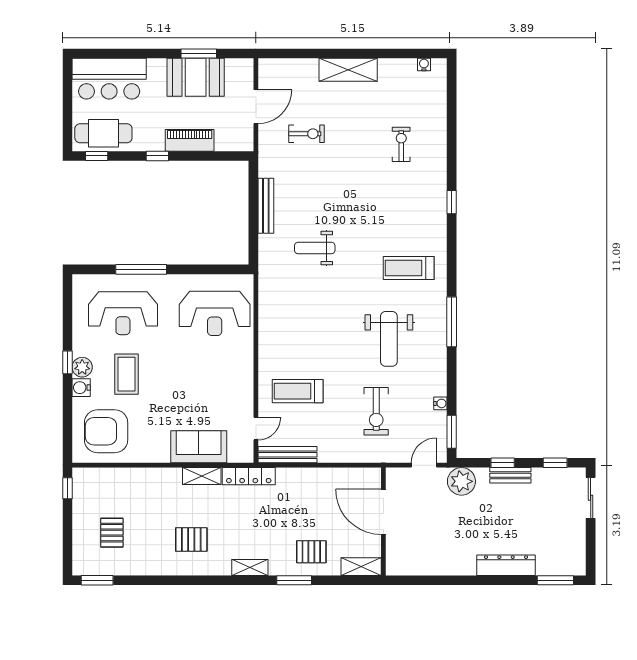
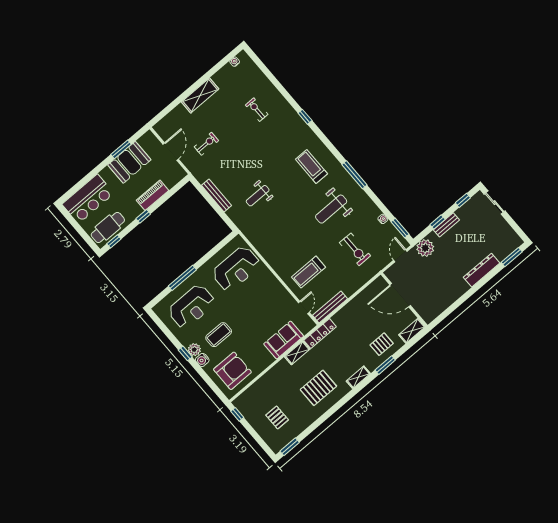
treadmill: (409, 268) -> (311, 167), turned 90
weight bench: (389, 339) -> (331, 209), turned 90
coffee table: (126, 374) -> (219, 335), turned 90
armchair: (106, 431) -> (232, 371), turned 180
pallet: (191, 539) -> (318, 388), width x1.50, depth x1.42

